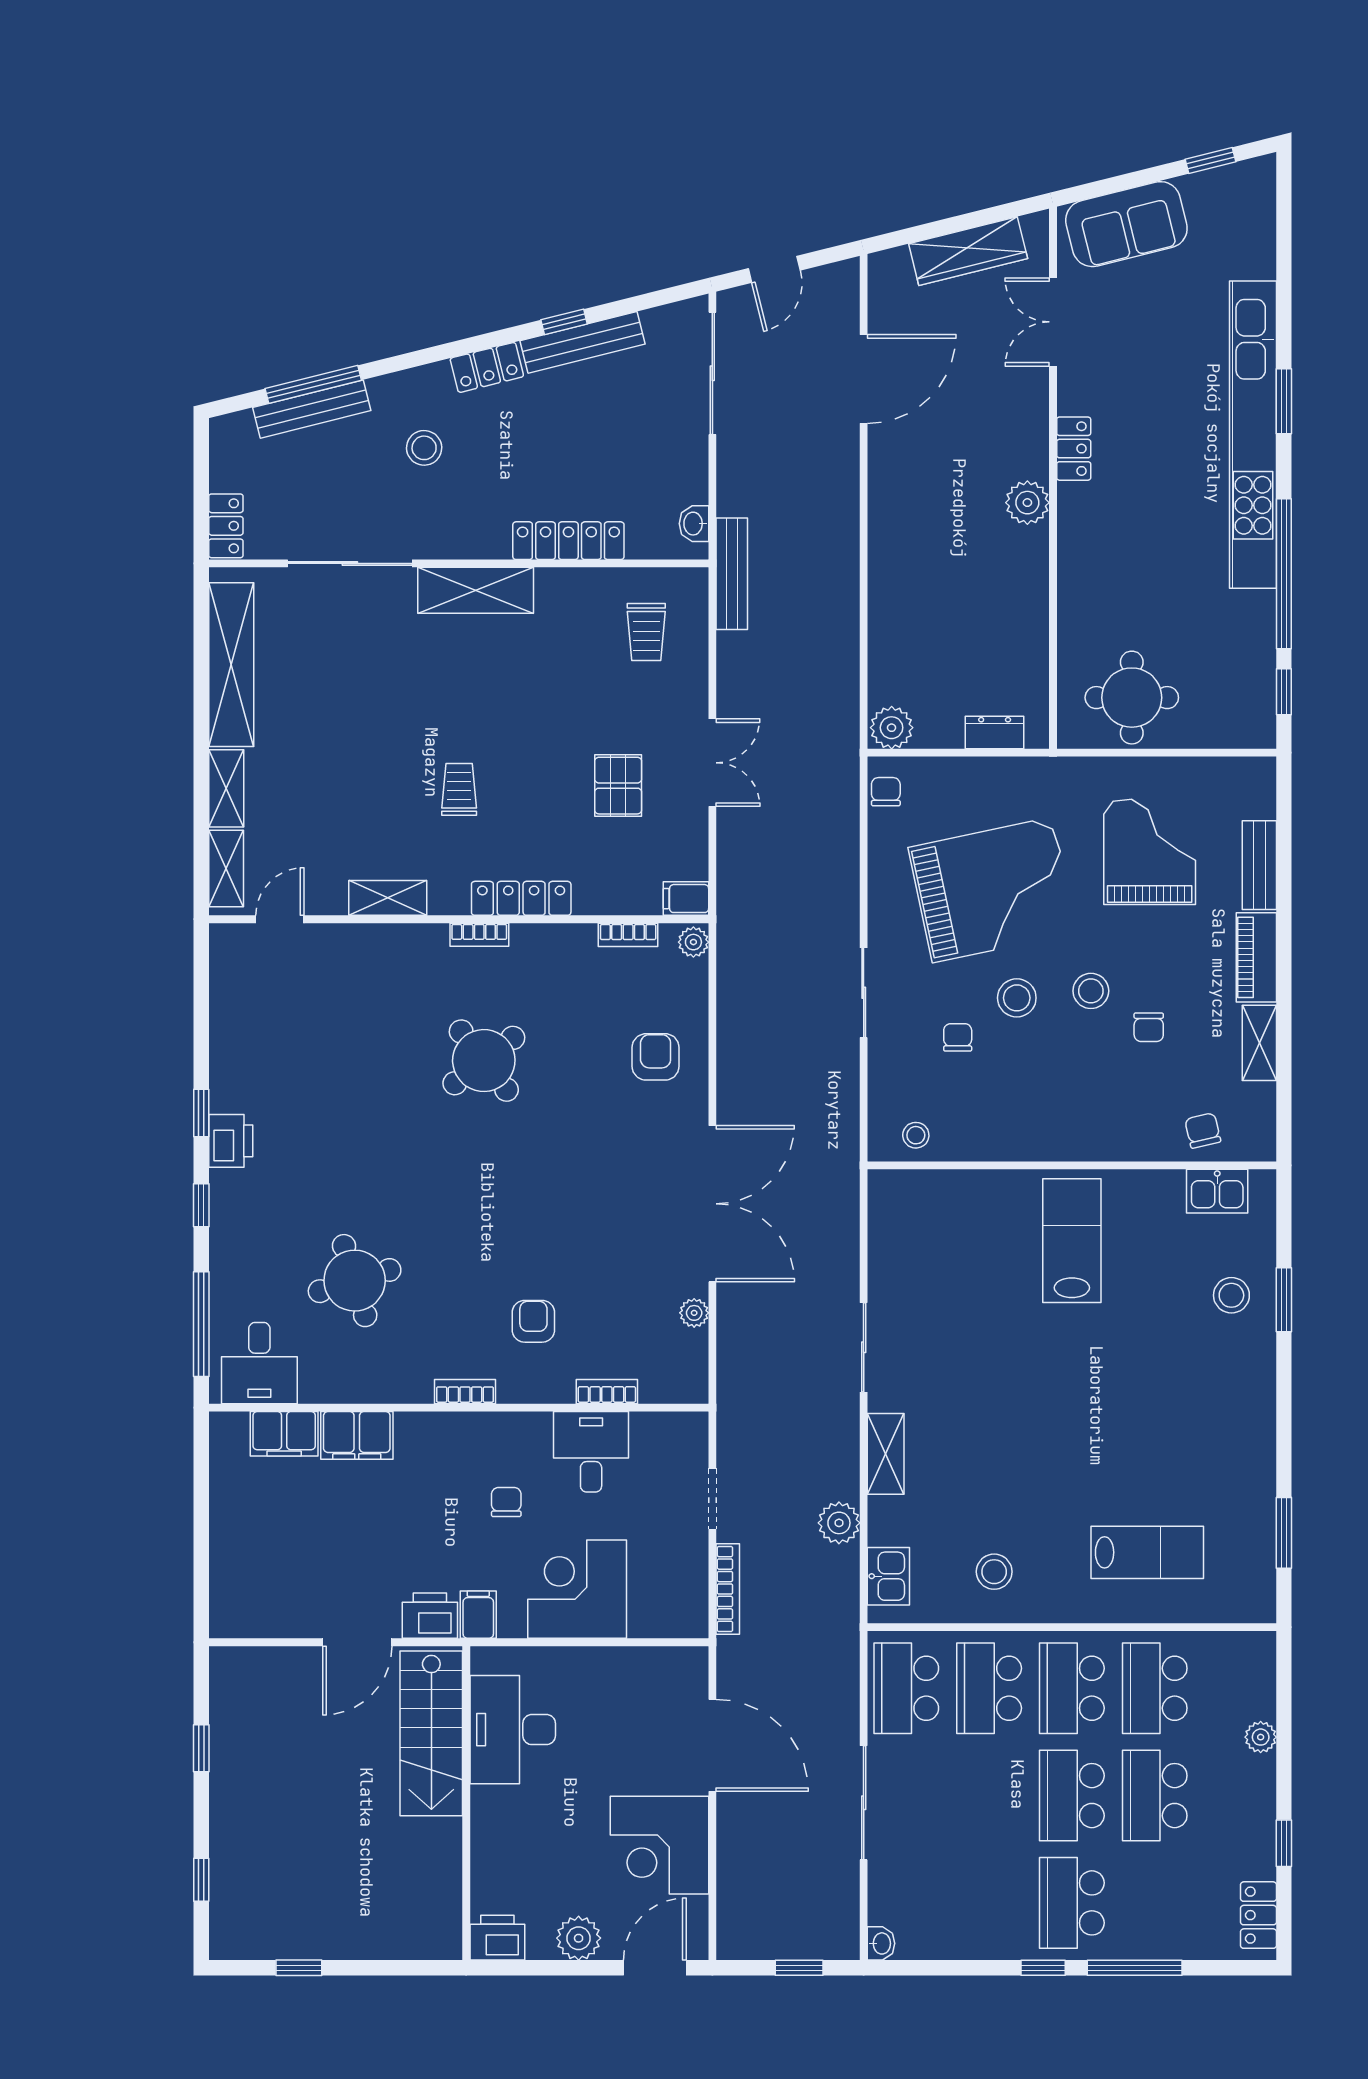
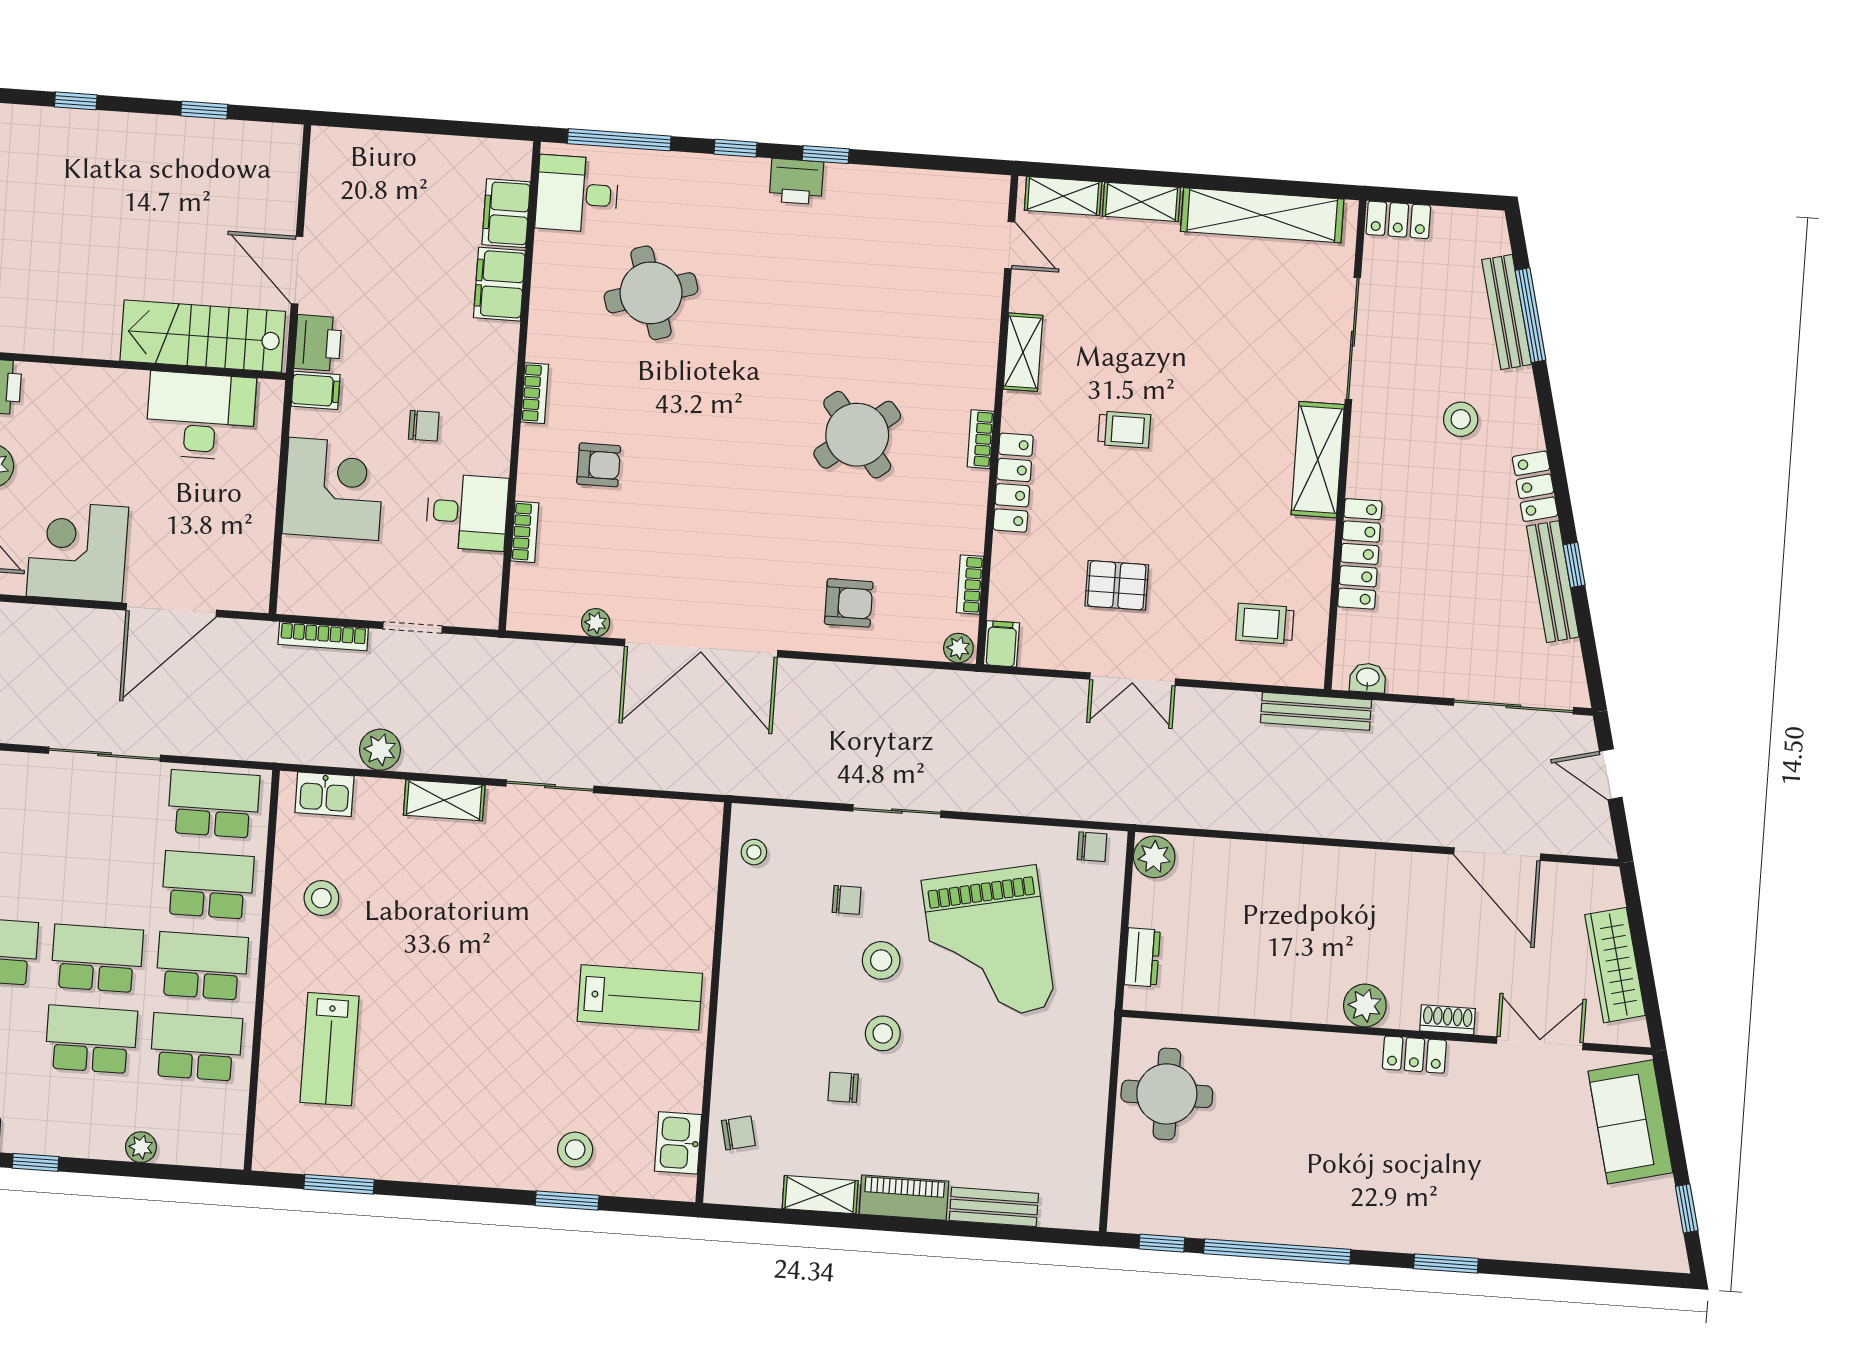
shoe rack: (1036, 418) -> (1447, 1020), added
kitchen unit: (1253, 435) -> (1416, 1231), removed
grand piano: (1150, 852) -> (1015, 1101), removed

